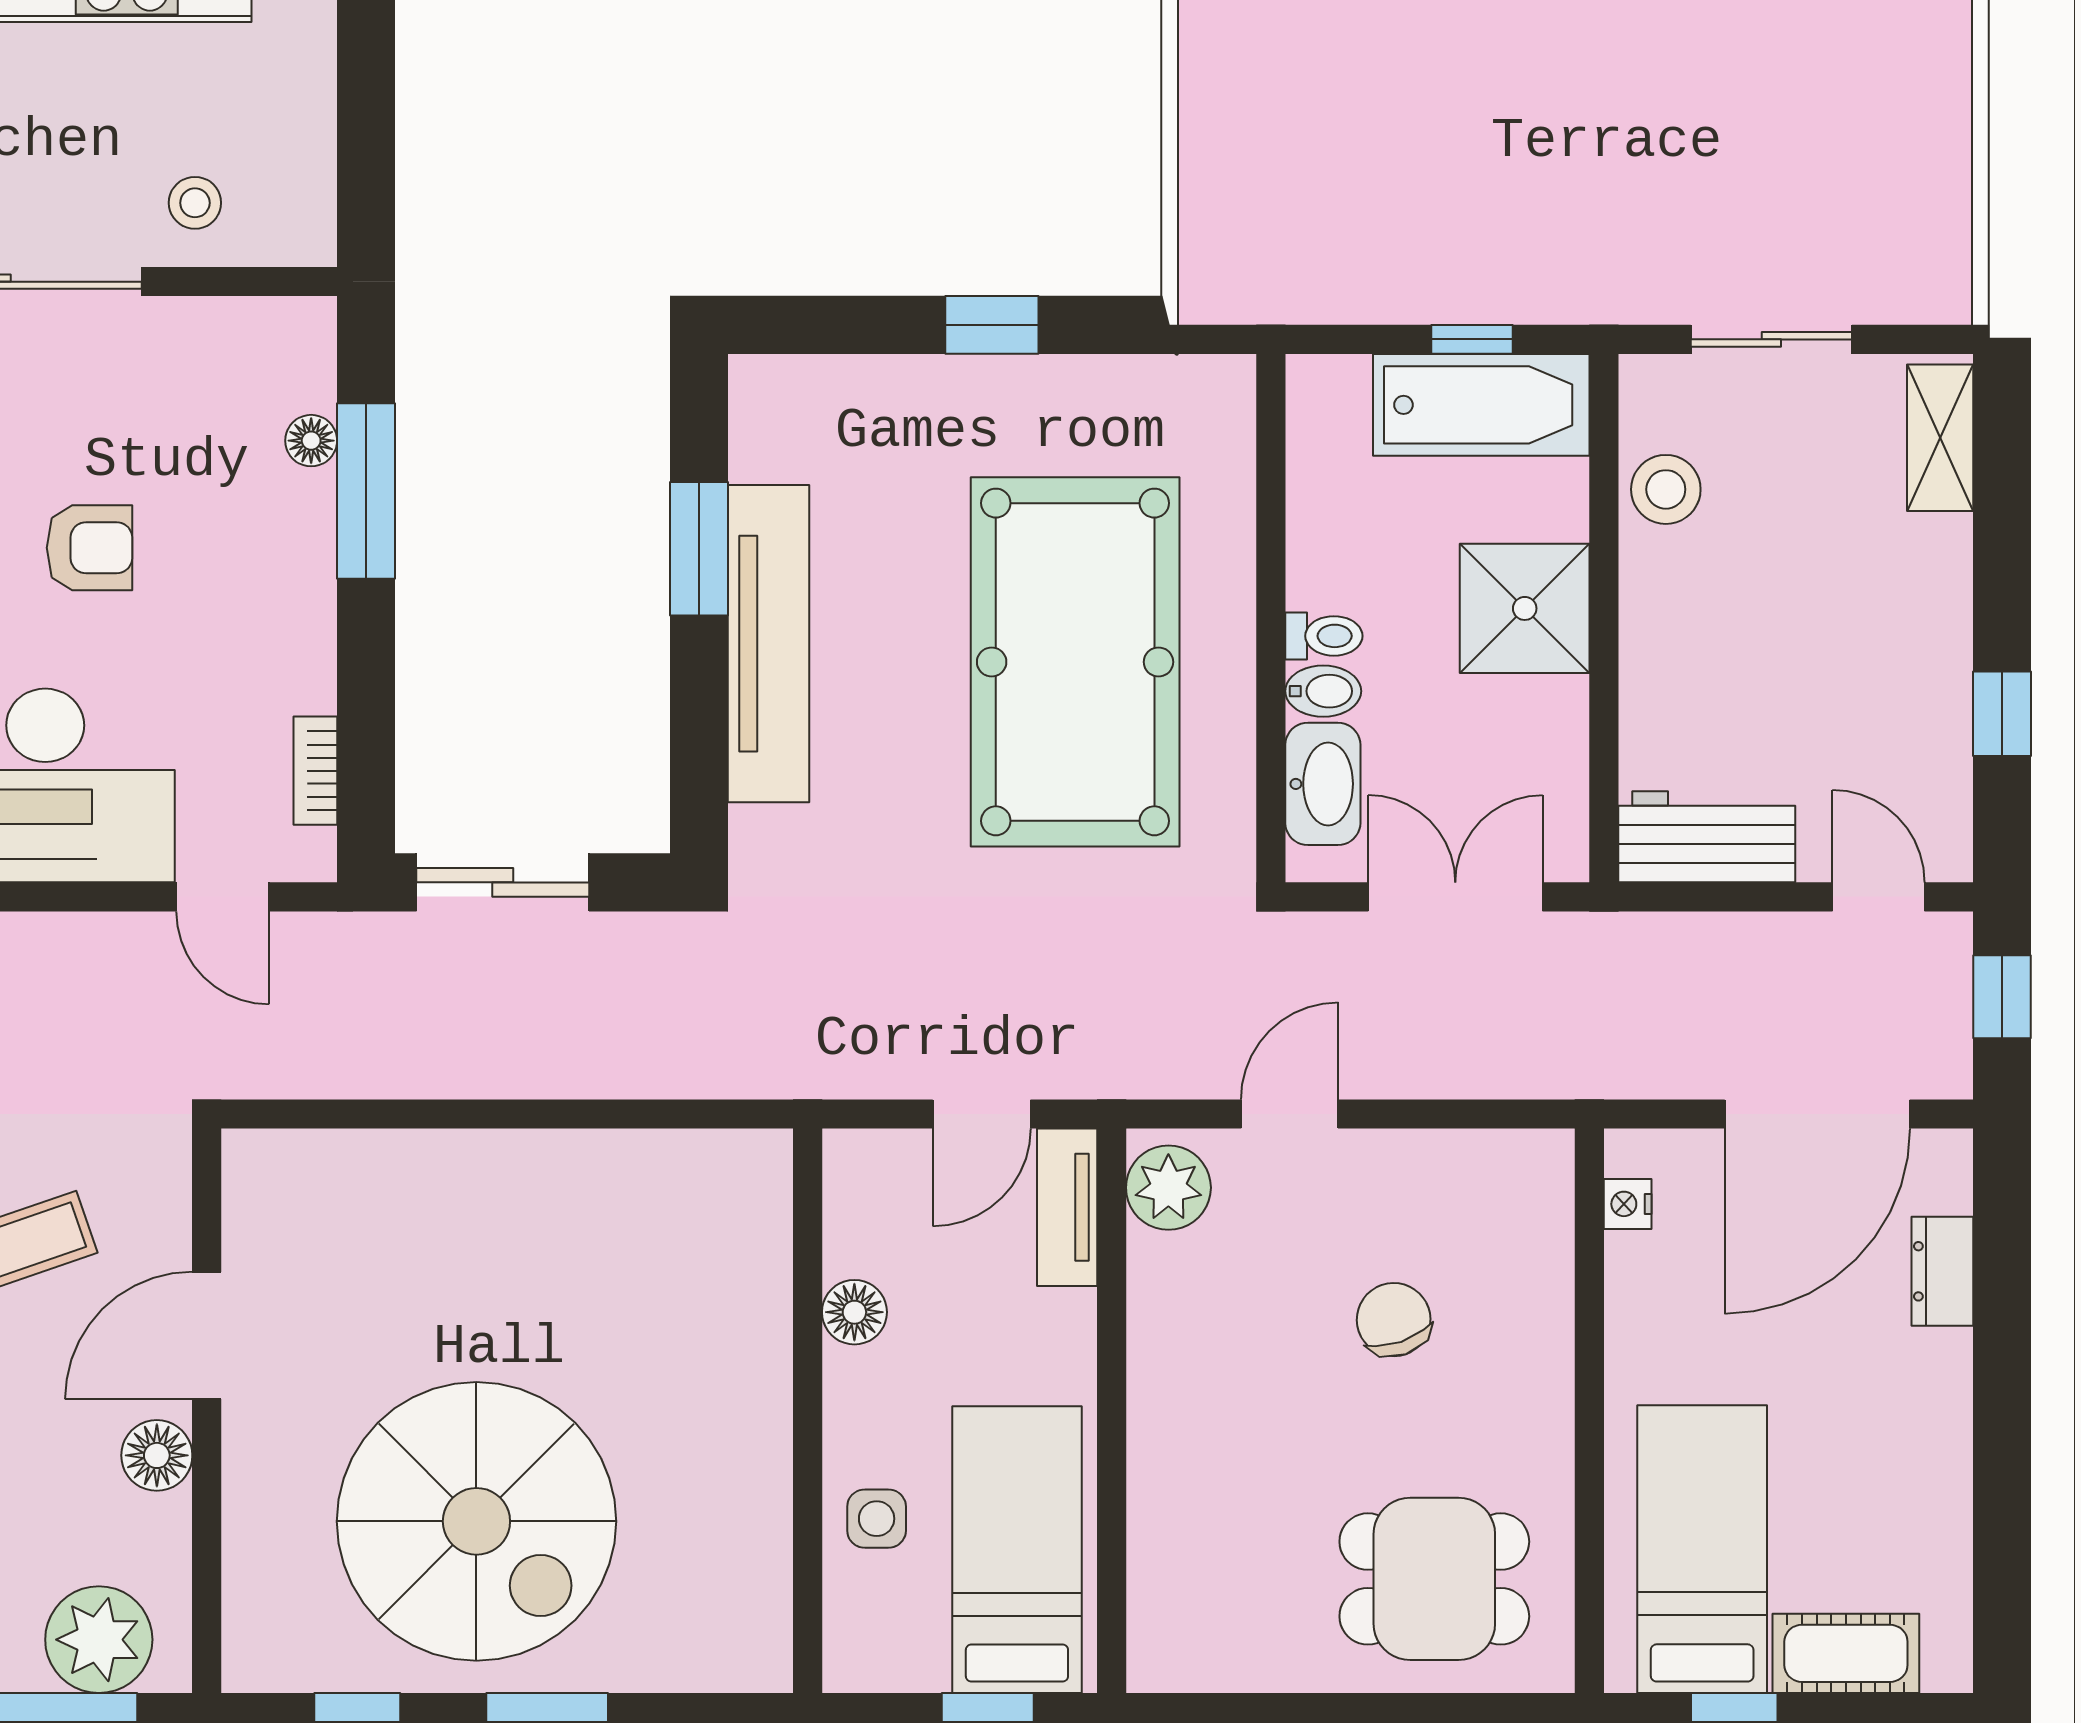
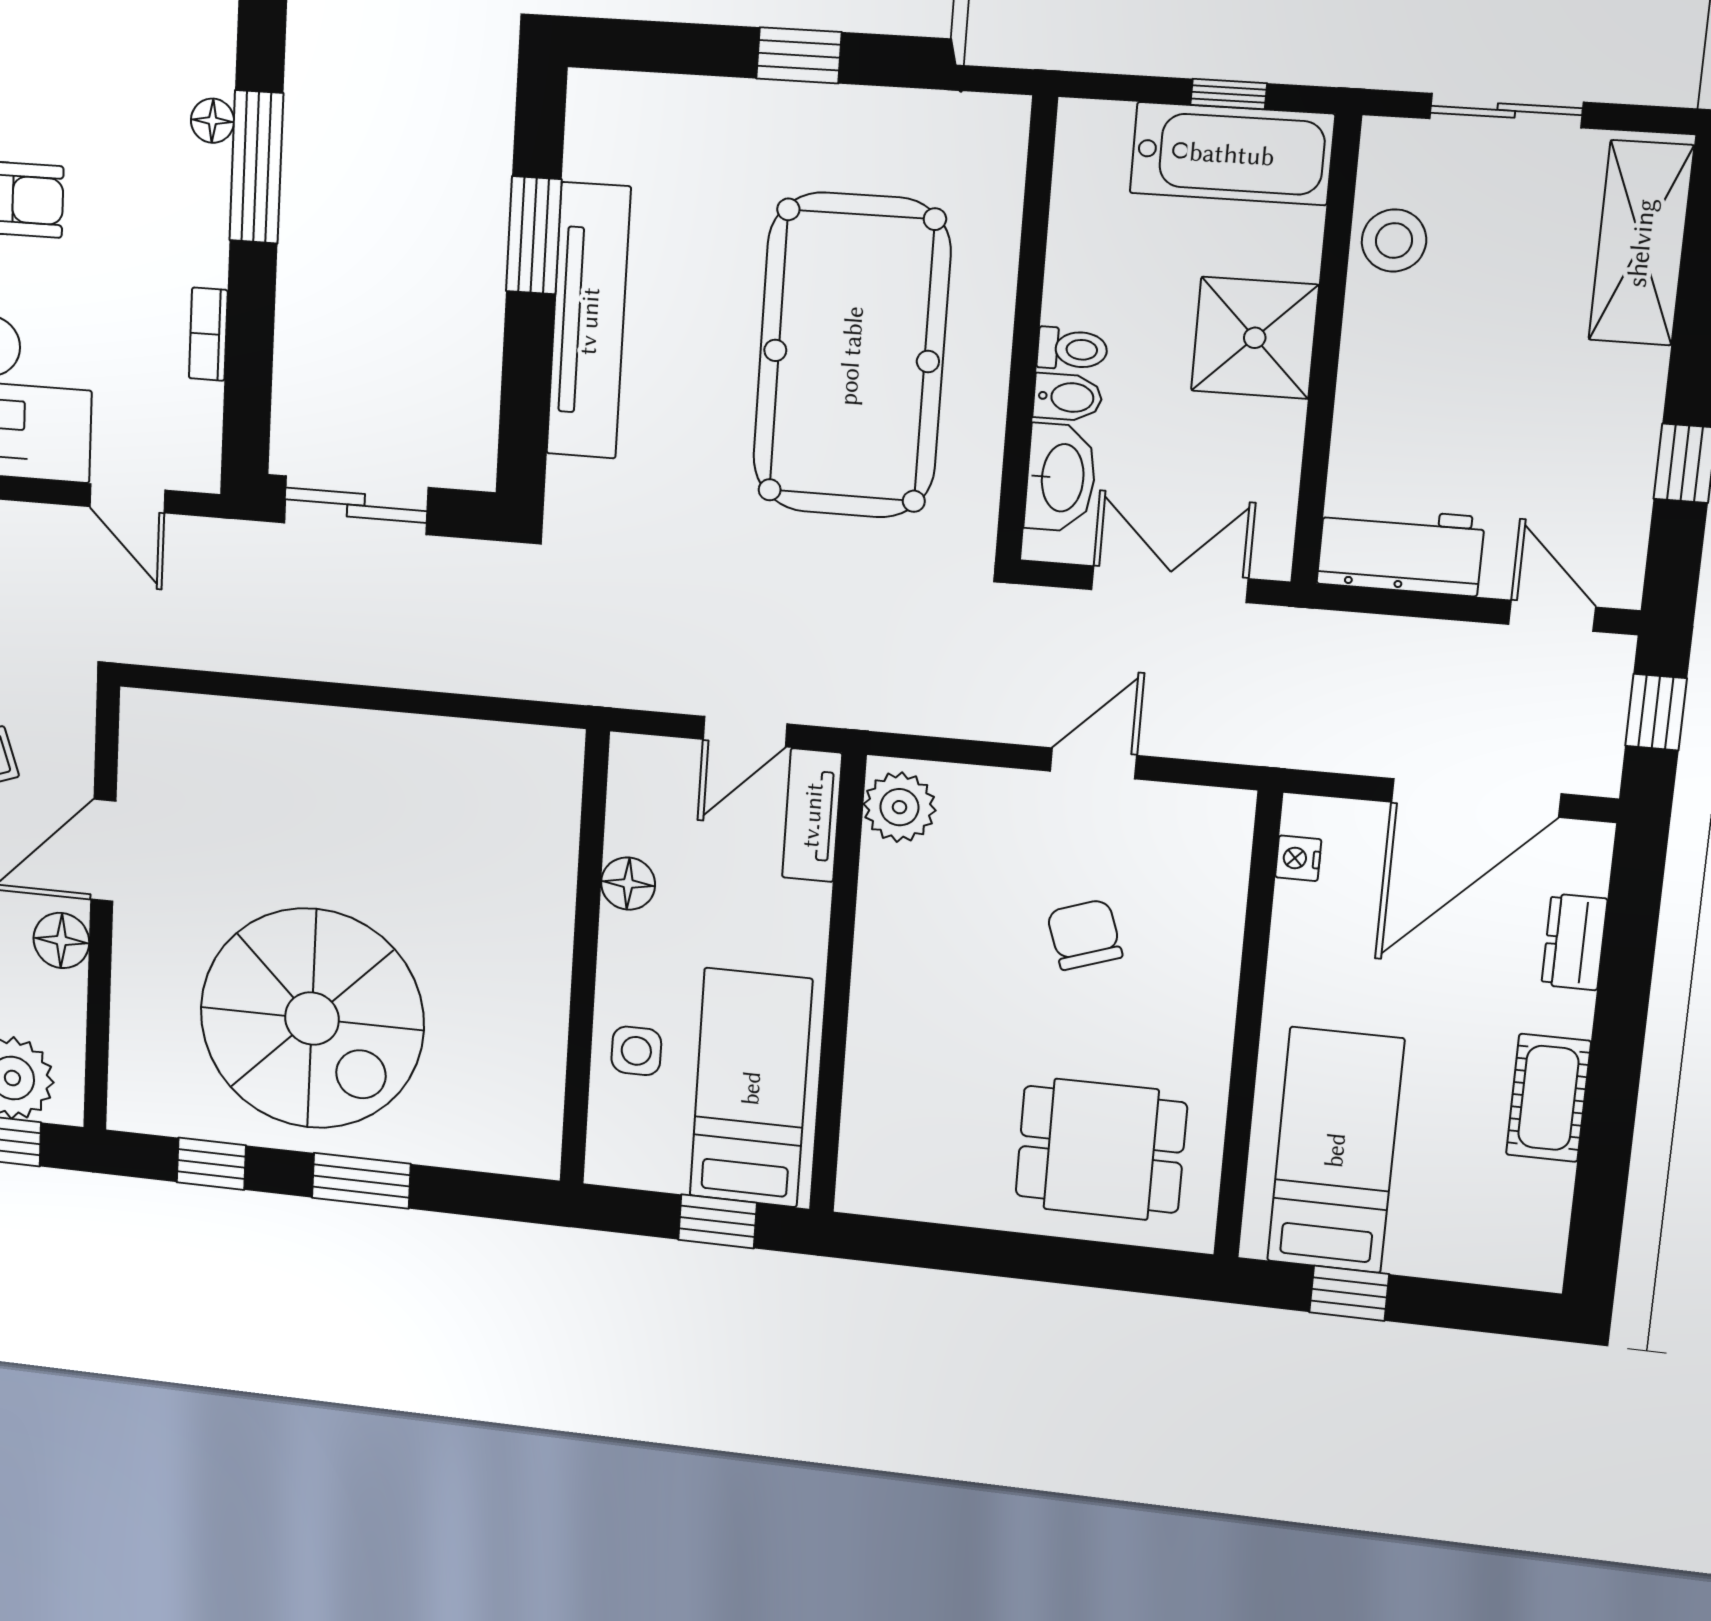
shelving: (1940, 438) -> (1641, 243), width x1.50, depth x1.33
bookcase: (315, 771) -> (208, 334), moved
door: (1290, 1114) -> (1094, 763), moved
cot: (1846, 1653) -> (1548, 1098), moved, turned 90

